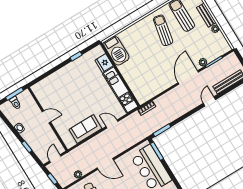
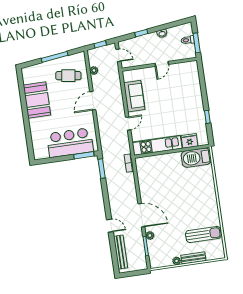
sun lounger: (163, 30) -> (196, 210), removed

